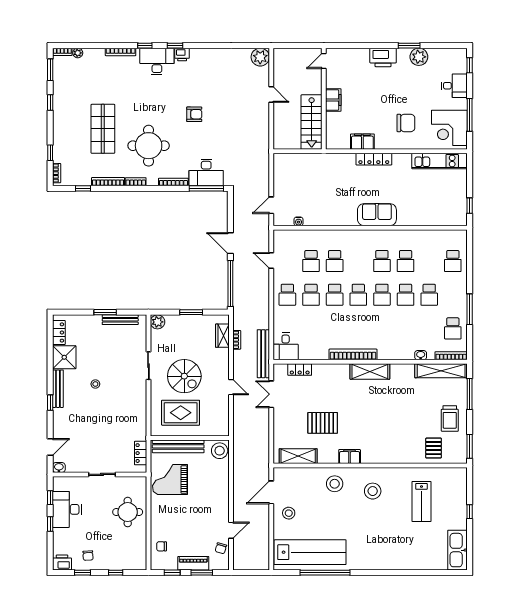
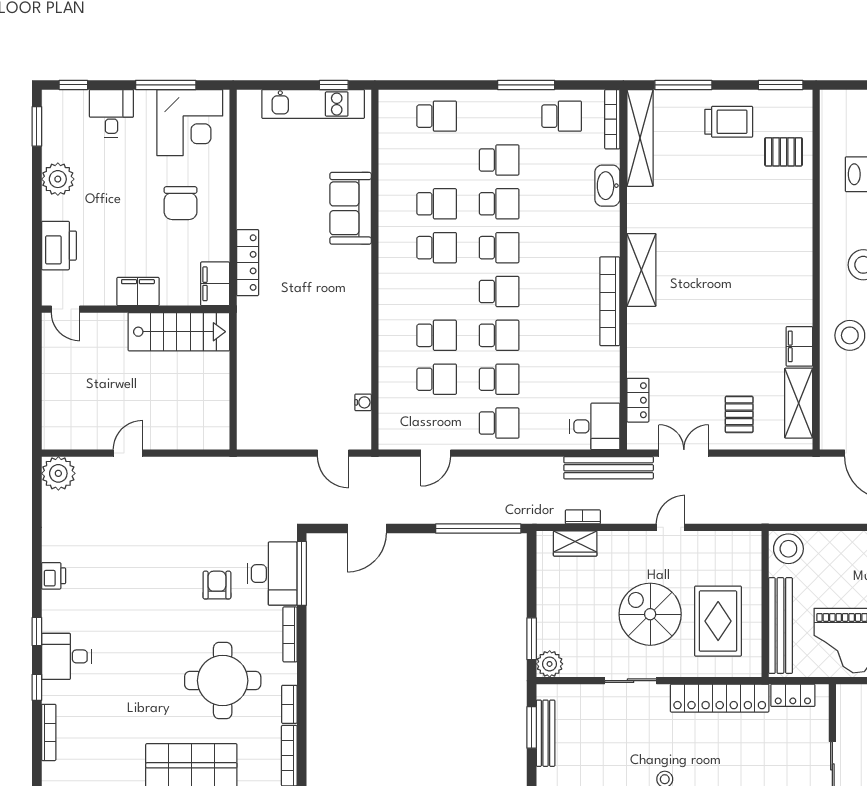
window: (409, 46) -> (37, 126), moved
printer: (182, 55) -> (54, 576), moved
desk: (157, 61) -> (66, 656), width x0.73
door: (324, 61) -> (65, 309), moved
wall: (324, 99) -> (136, 309), moved
filing cabinet: (333, 100) -> (138, 291), moved
armchair: (194, 114) -> (217, 585), moved
stairs: (312, 122) -> (179, 332), moved
chair: (406, 123) -> (181, 203), turned 180
kitchen unit: (439, 161) -> (313, 104), moved, turned 90
sofa: (377, 215) -> (351, 208), moved
door: (230, 243) -> (367, 529), moved
window: (105, 312) -> (532, 727), moved
window: (191, 312) -> (532, 639), moved
washbasin: (421, 355) -> (607, 186), width x1.91, depth x1.45
spiral stairs: (184, 376) -> (650, 614), turned -90
double door: (271, 394) -> (684, 453), swing flipped
locker: (139, 414) -> (720, 698), added
pallet: (323, 423) -> (739, 414), moved, width x0.67, depth x0.71
filing cabinet: (350, 457) -> (799, 346), moved

